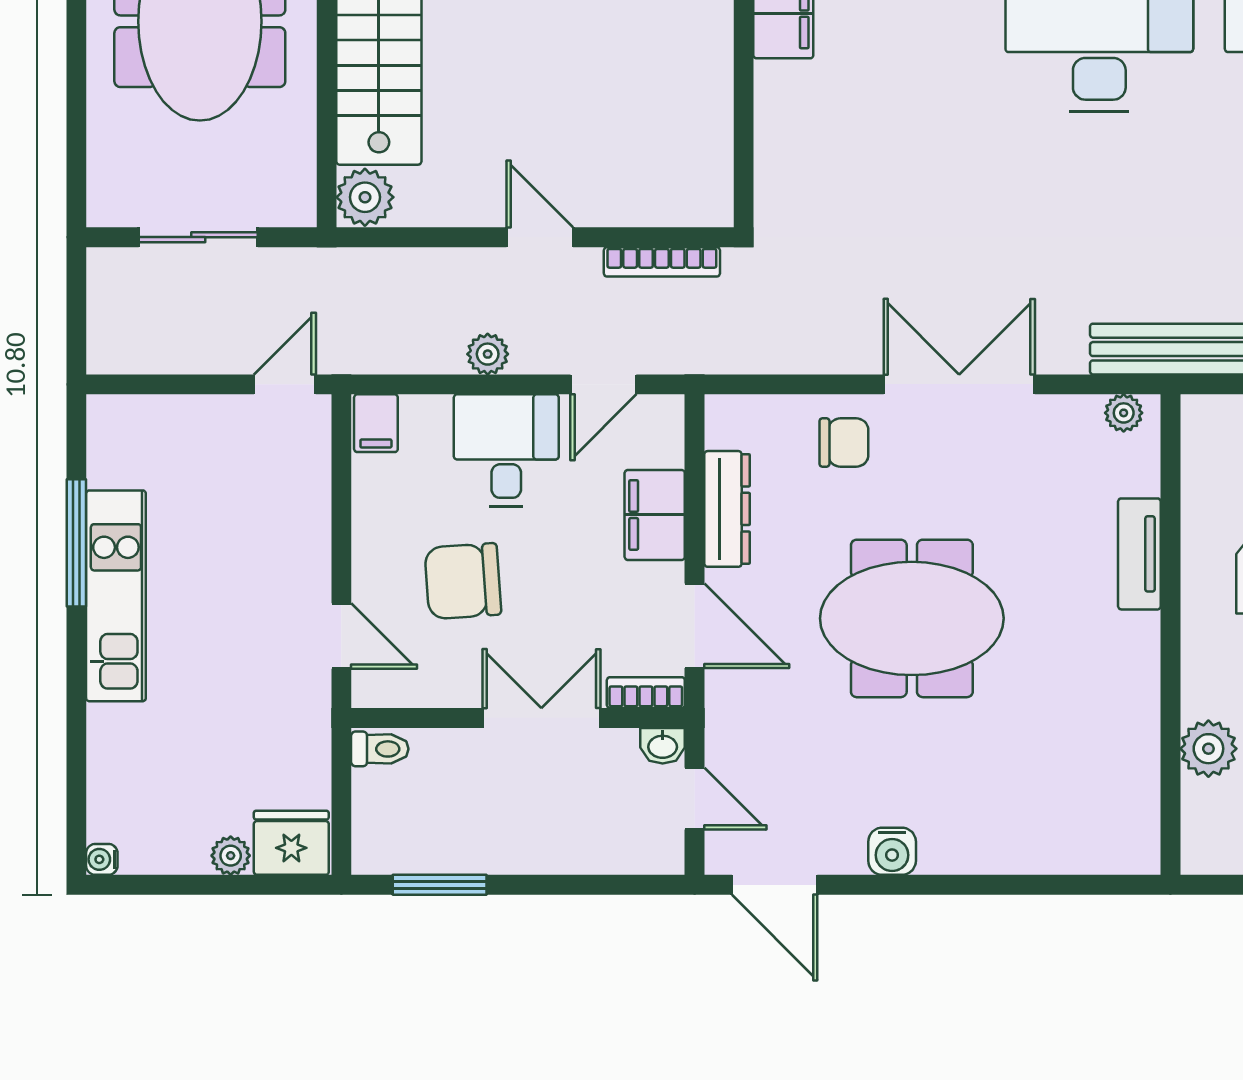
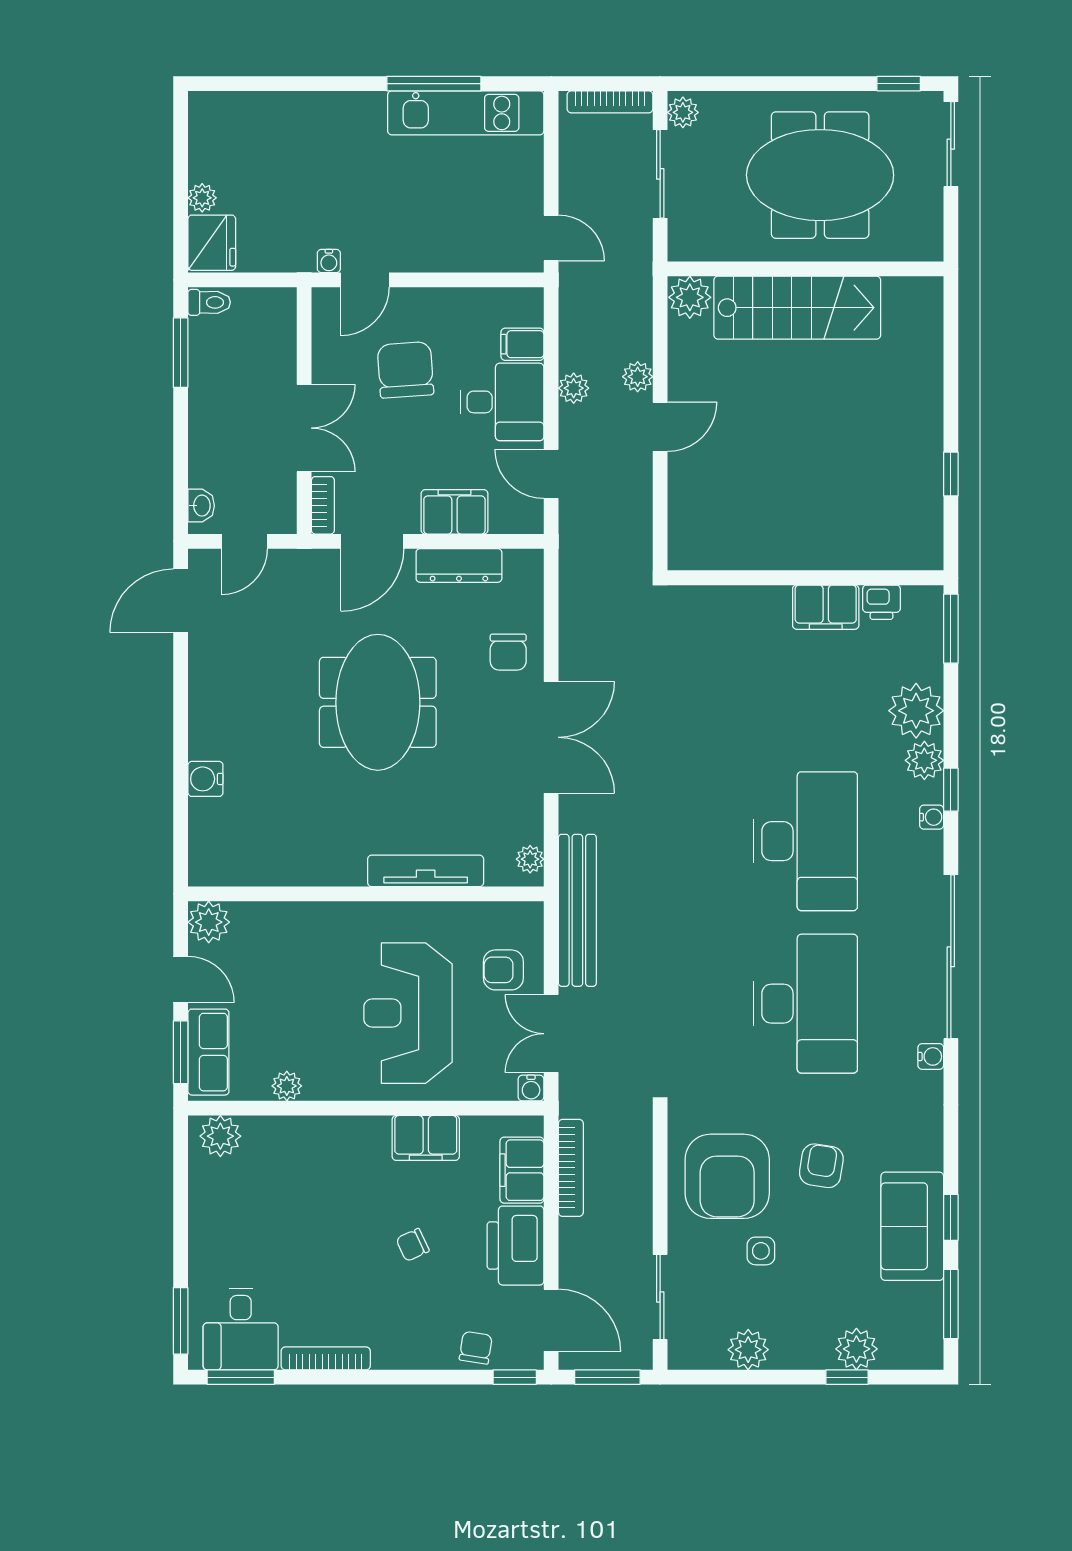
plant: (115, 206) -> (683, 112), added
bookcase: (662, 262) -> (610, 102), moved, turned -90
plant: (472, 268) -> (638, 377), added
filing cabinet: (376, 423) -> (522, 344), moved
tv unit: (1139, 554) -> (426, 871), width x1.41
kitchen unit: (116, 596) -> (466, 113), moved
washbasin: (663, 746) -> (201, 506), moved, turned 180
toilet: (380, 749) -> (209, 302), moved, turned -90
plant: (1208, 749) -> (209, 922), moved
water cooler: (892, 851) -> (205, 779), moved
water cooler: (102, 859) -> (329, 261), moved, turned 180

